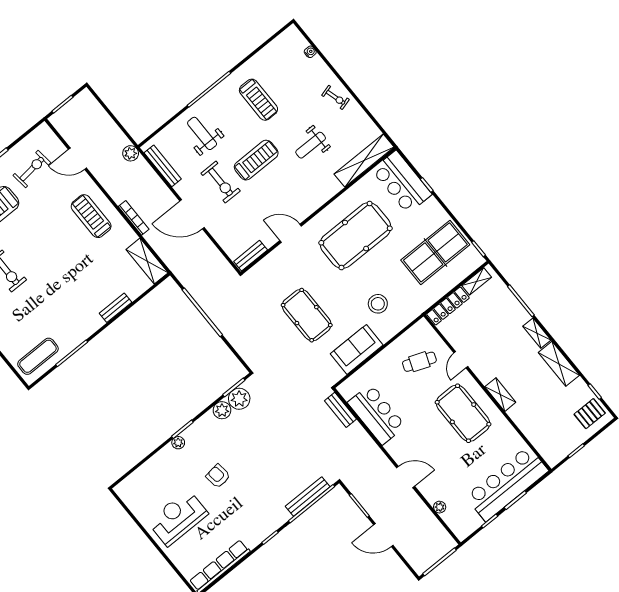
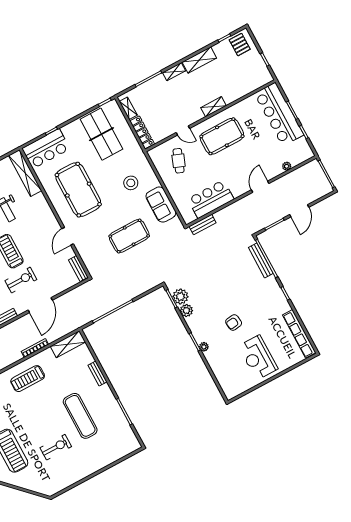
exercise mat: (38, 356) -> (80, 416), moved, width x1.36, depth x1.45

